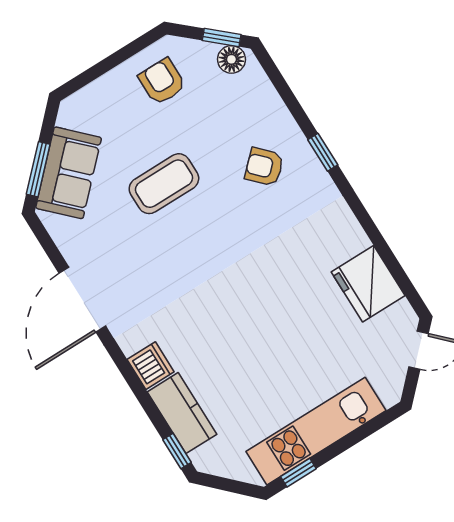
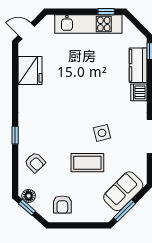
armchair: (264, 167) -> (35, 162), moved
window: (38, 169) -> (124, 211), moved
side table: (171, 253) -> (102, 133), added

